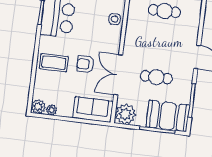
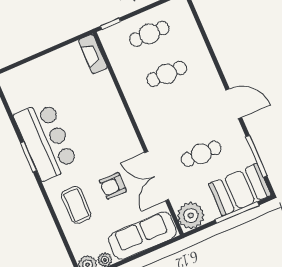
side table: (115, 19) -> (116, 116), removed
coffee table: (54, 63) -> (76, 205), turned 90
sofa: (92, 110) -> (143, 236), width x1.36

